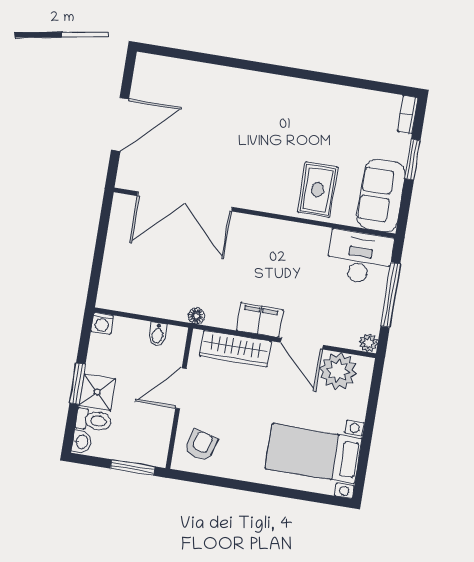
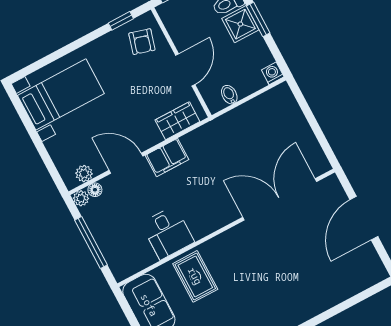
desk: (360, 258) -> (168, 233), moved, width x0.73
floor lamp: (196, 316) -> (95, 190), moved
wardrobe: (235, 349) -> (177, 121), width x0.67
plant: (338, 371) -> (84, 174), width x0.53, depth x0.53
window: (206, 480) -> (121, 21), added

